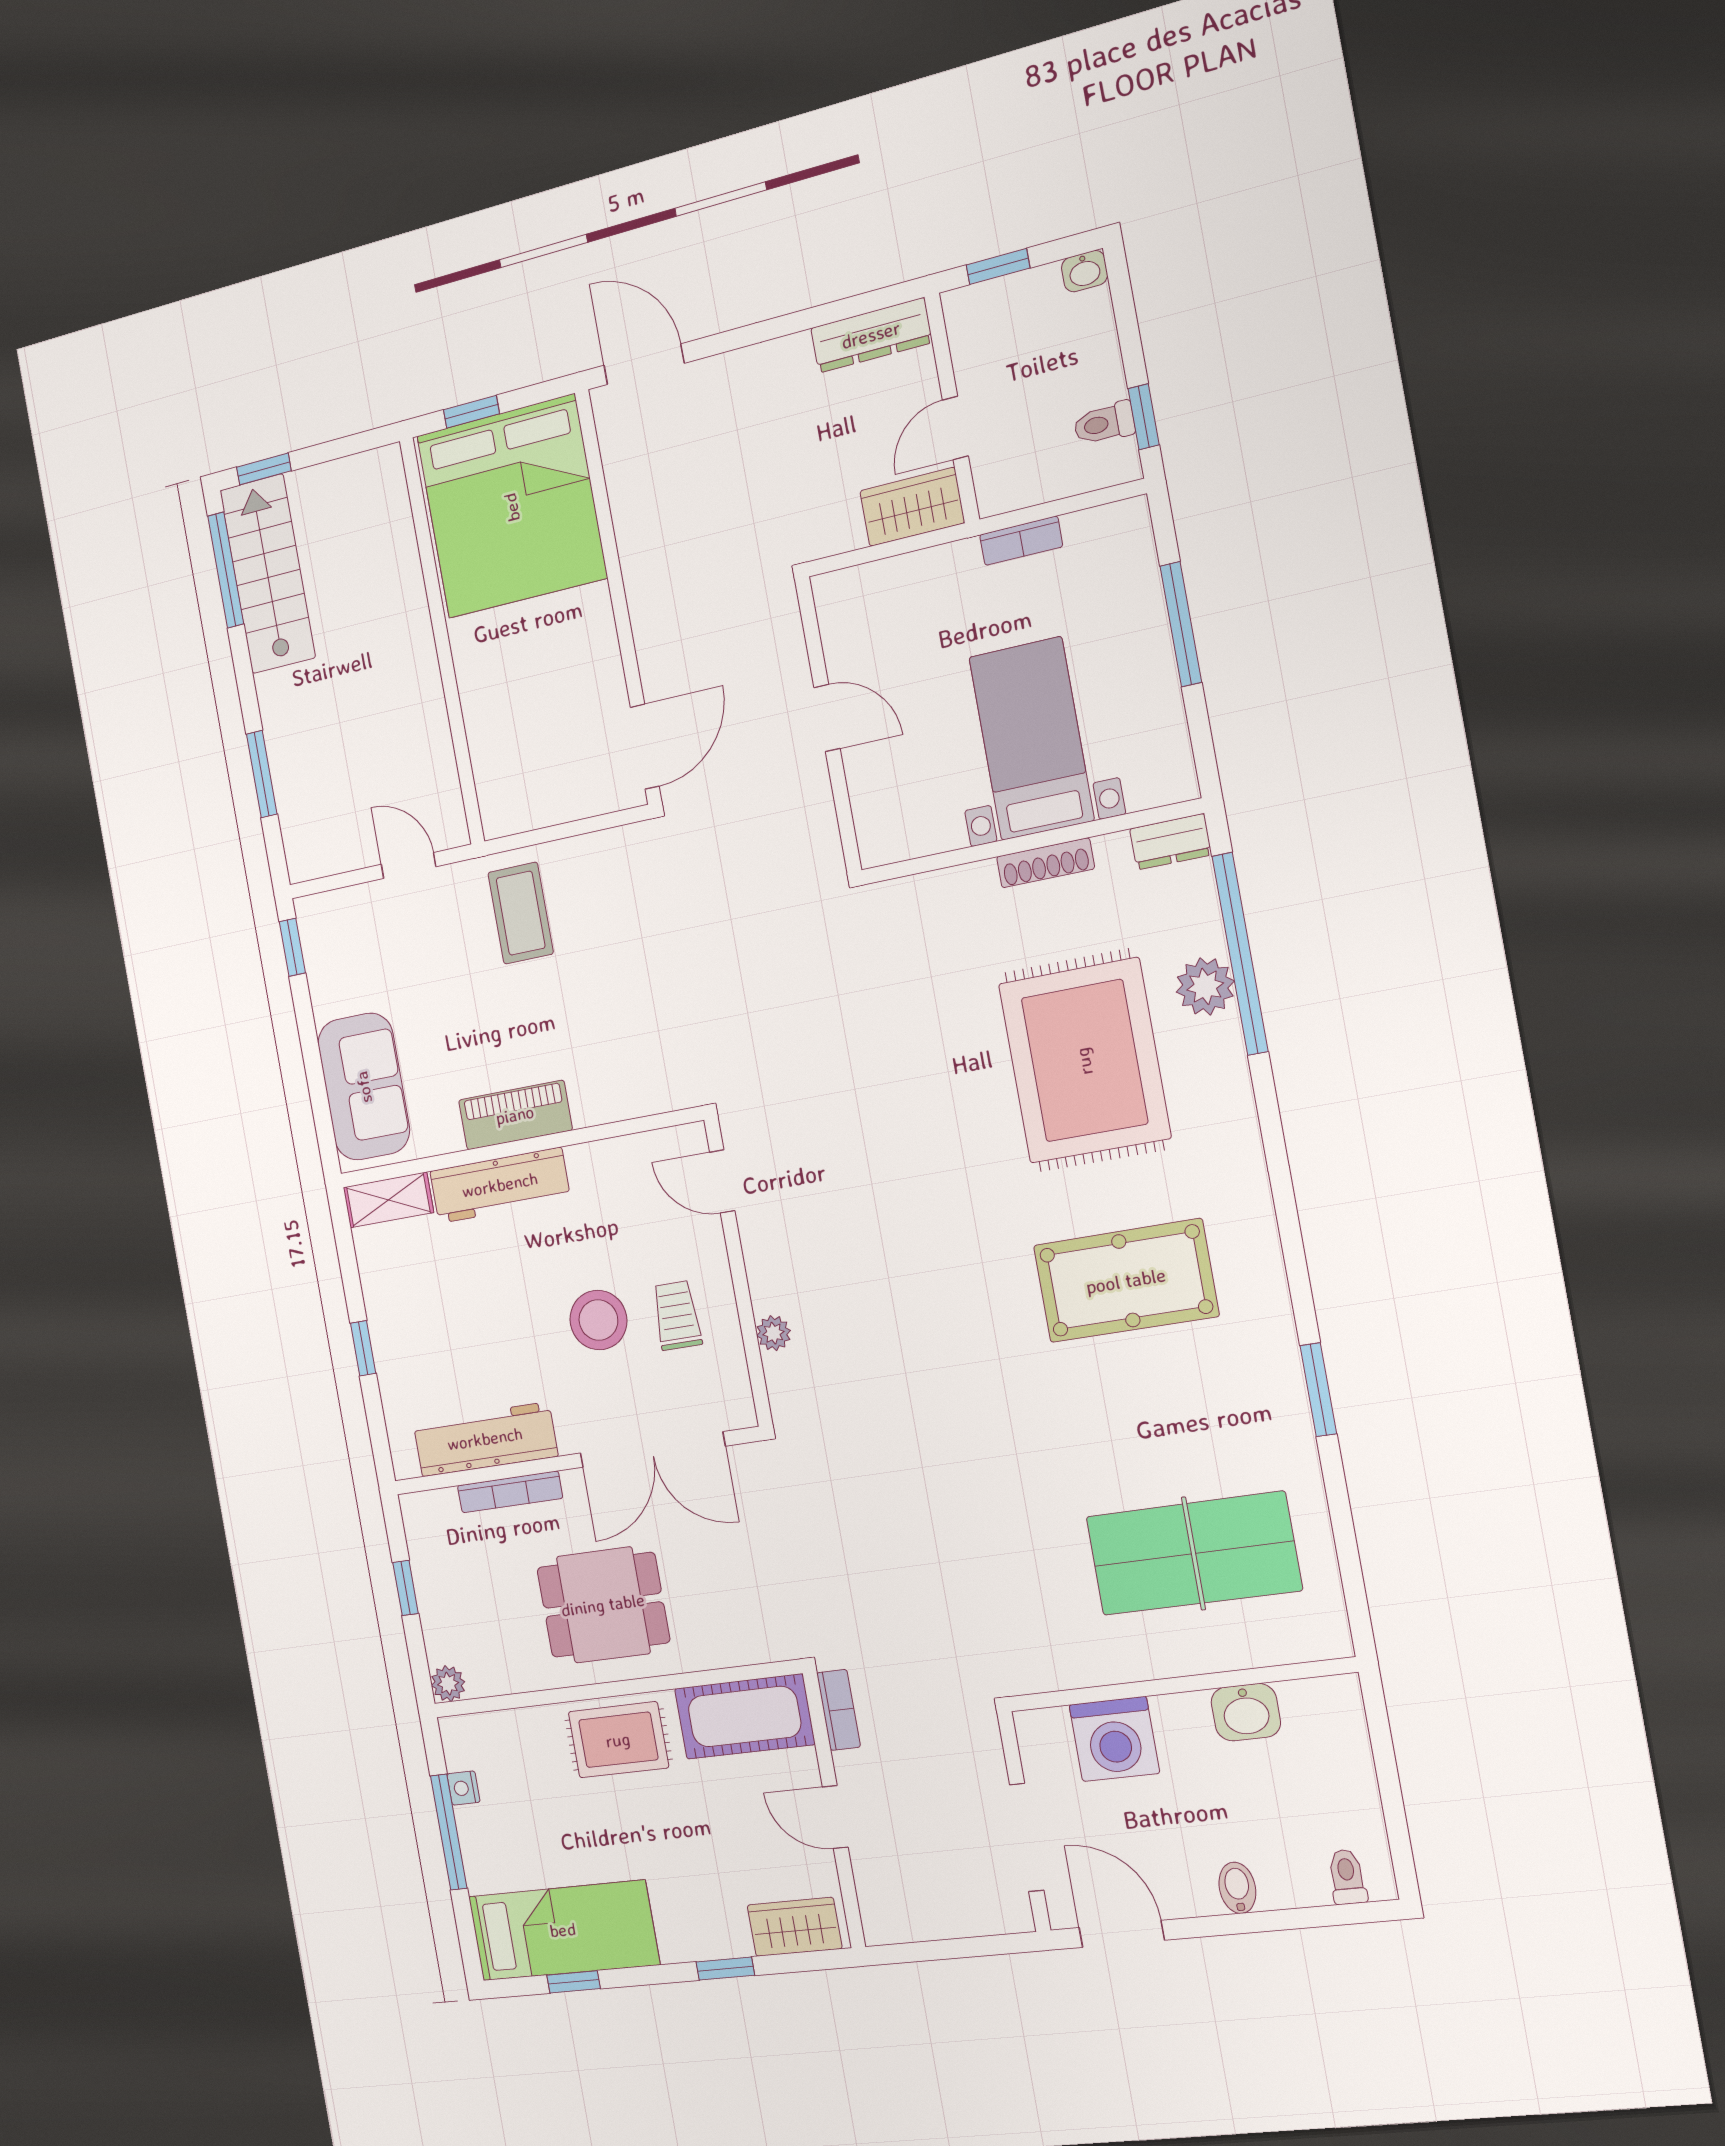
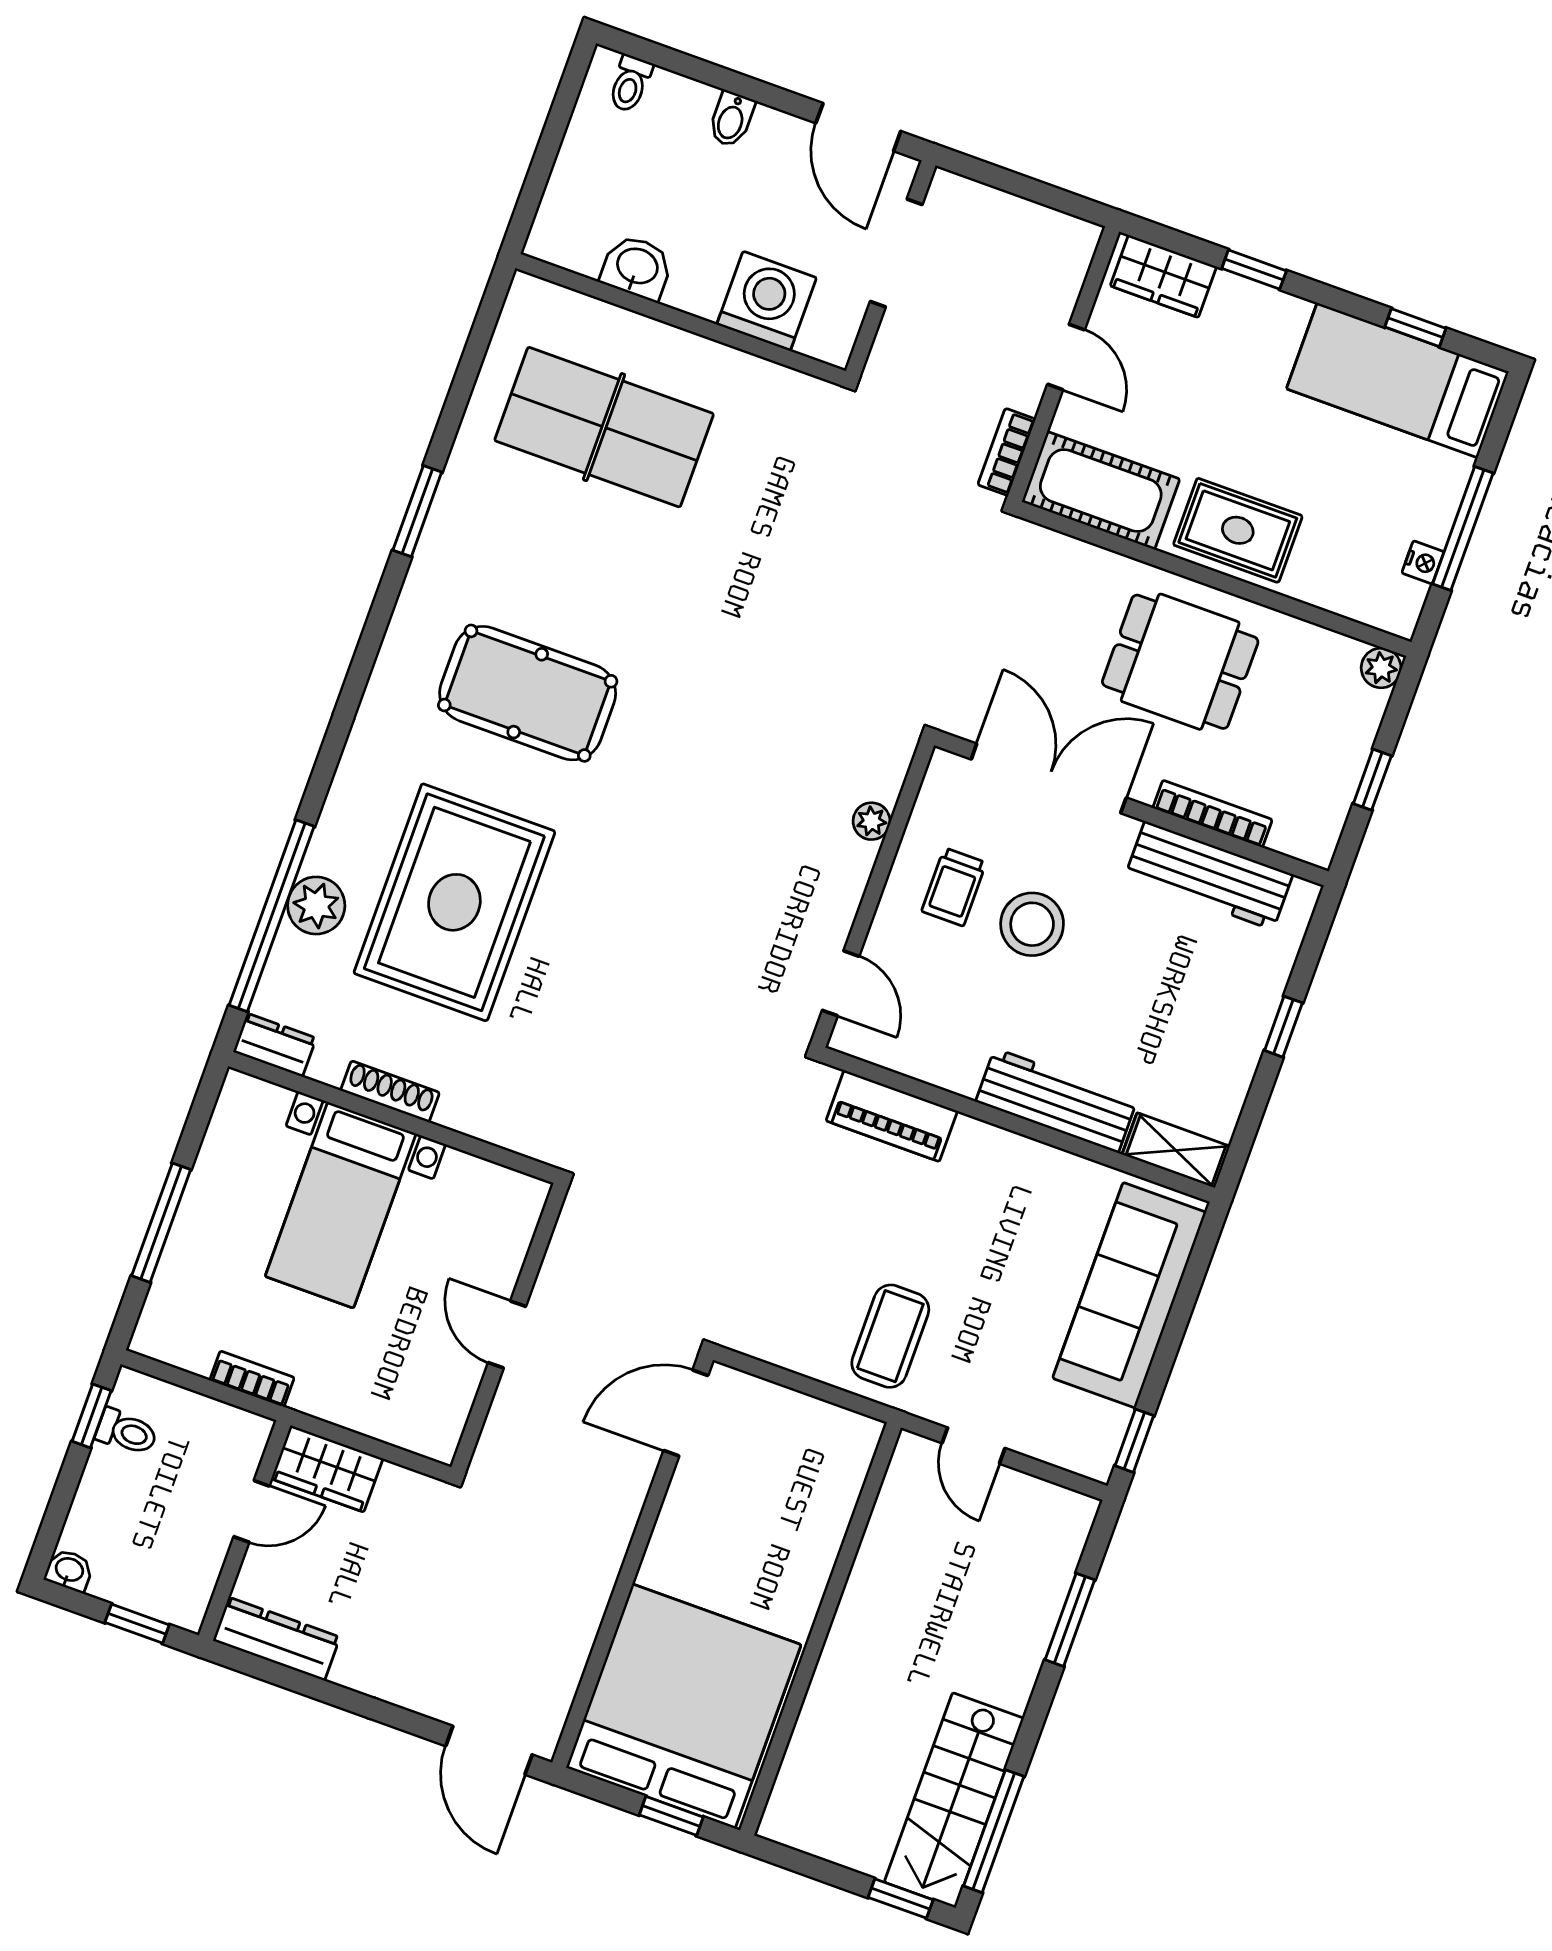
sofa: (364, 1087) -> (1129, 1295), width x1.36
piano: (515, 1115) -> (892, 1116), moved

